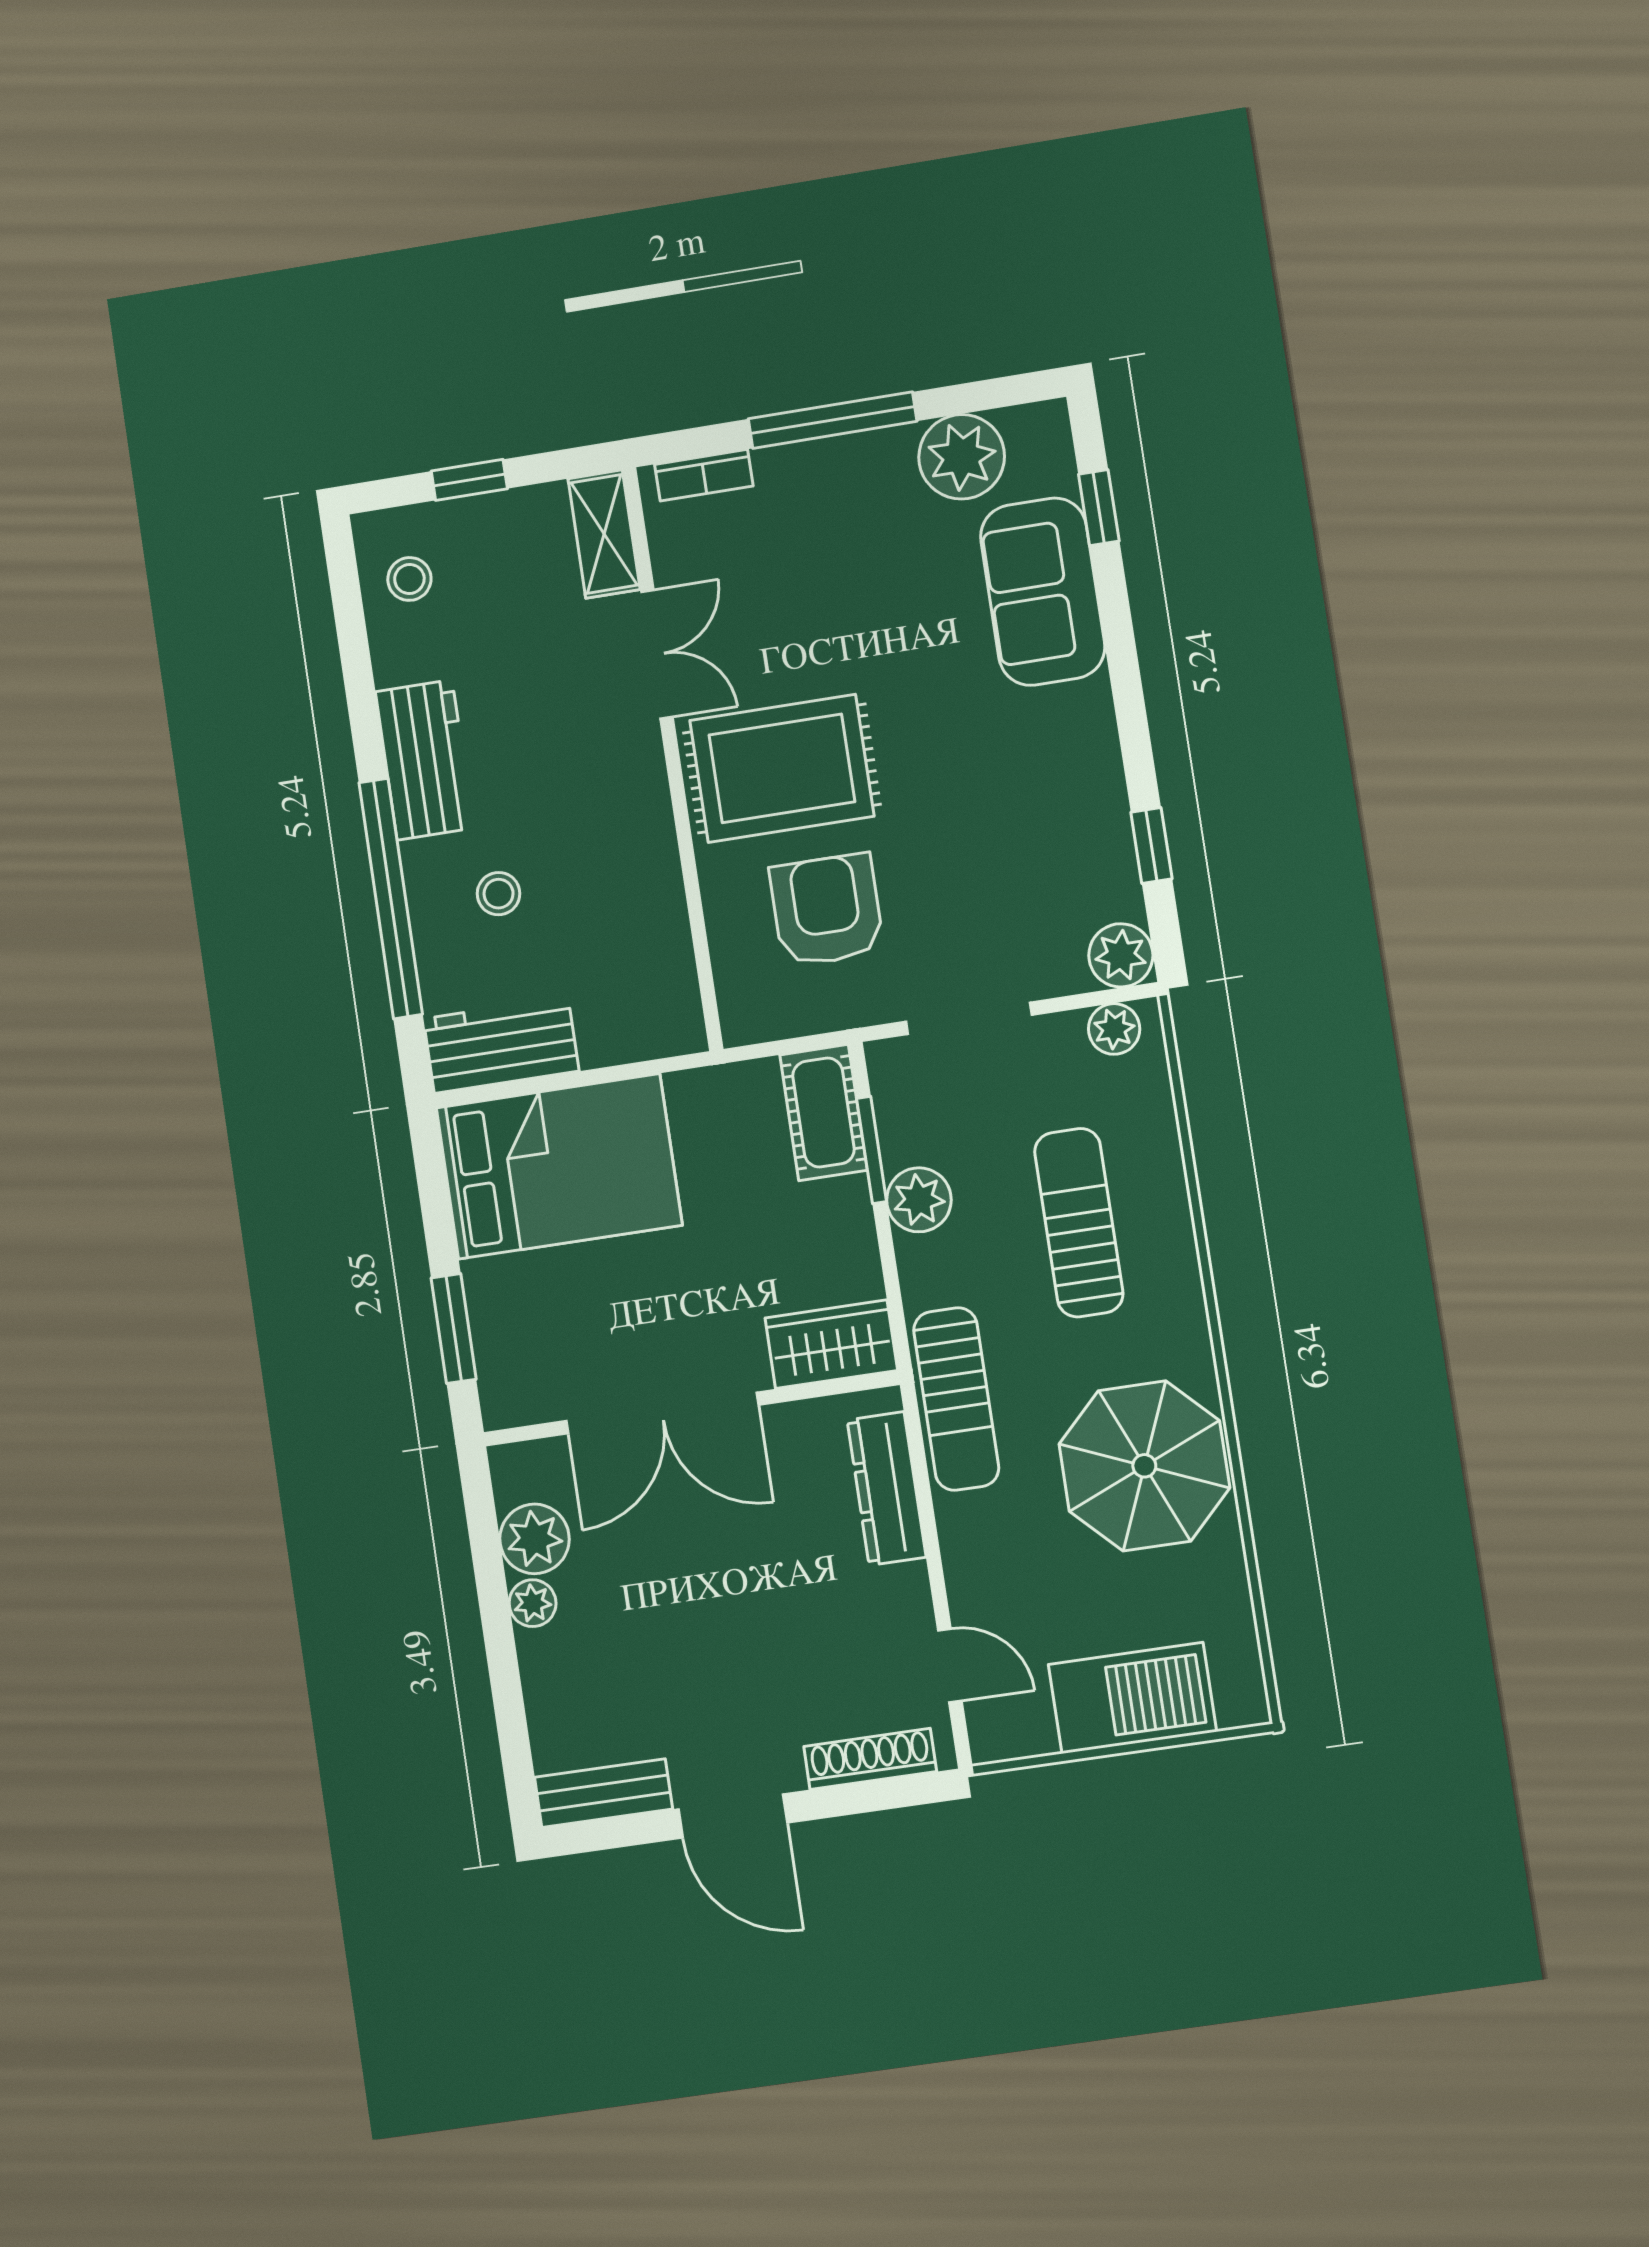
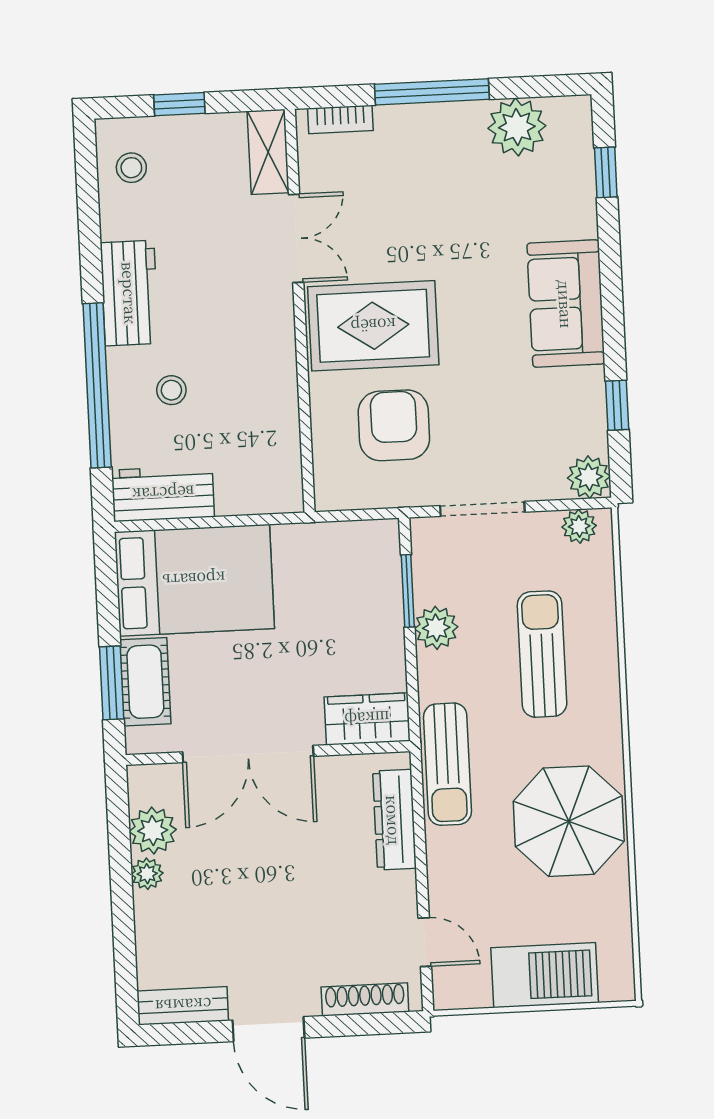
sofa: (1043, 592) -> (566, 304), moved
cot: (823, 1112) -> (145, 682), moved

